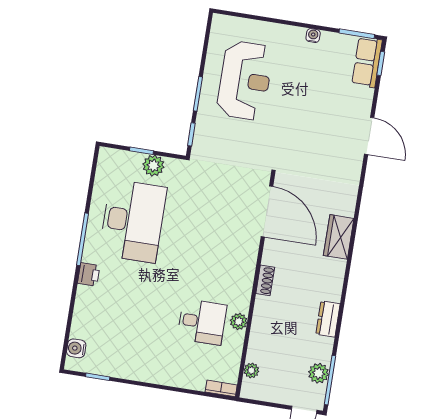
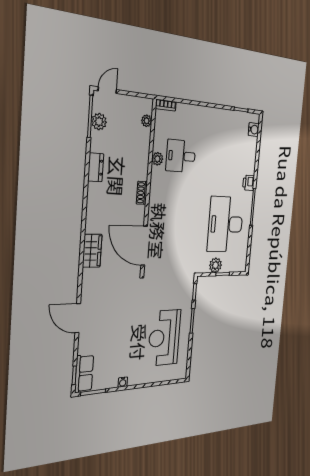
wardrobe: (339, 237) -> (92, 251), moved

